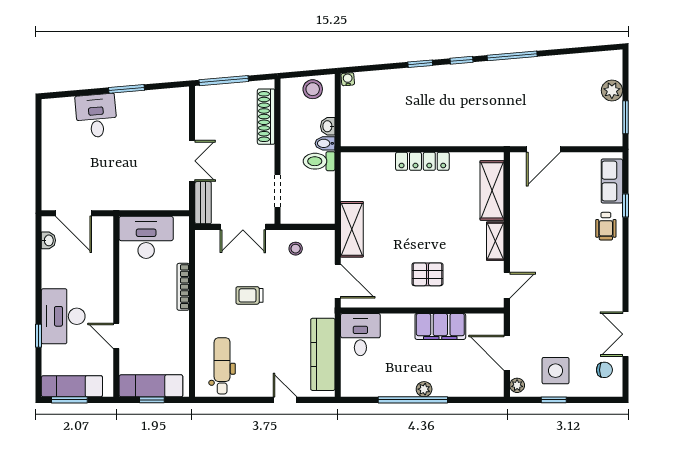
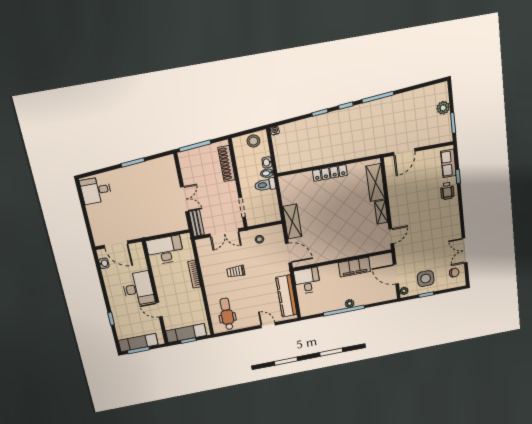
desk: (96, 116) -> (96, 190), moved, turned -85
pallet: (427, 274) -> (343, 239), removed
desk: (63, 316) -> (138, 289), moved, turned 180

